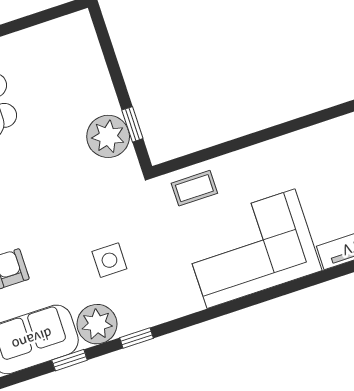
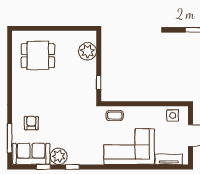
plant: (108, 136) -> (88, 51), moved
side table: (109, 260) -> (173, 115), moved

